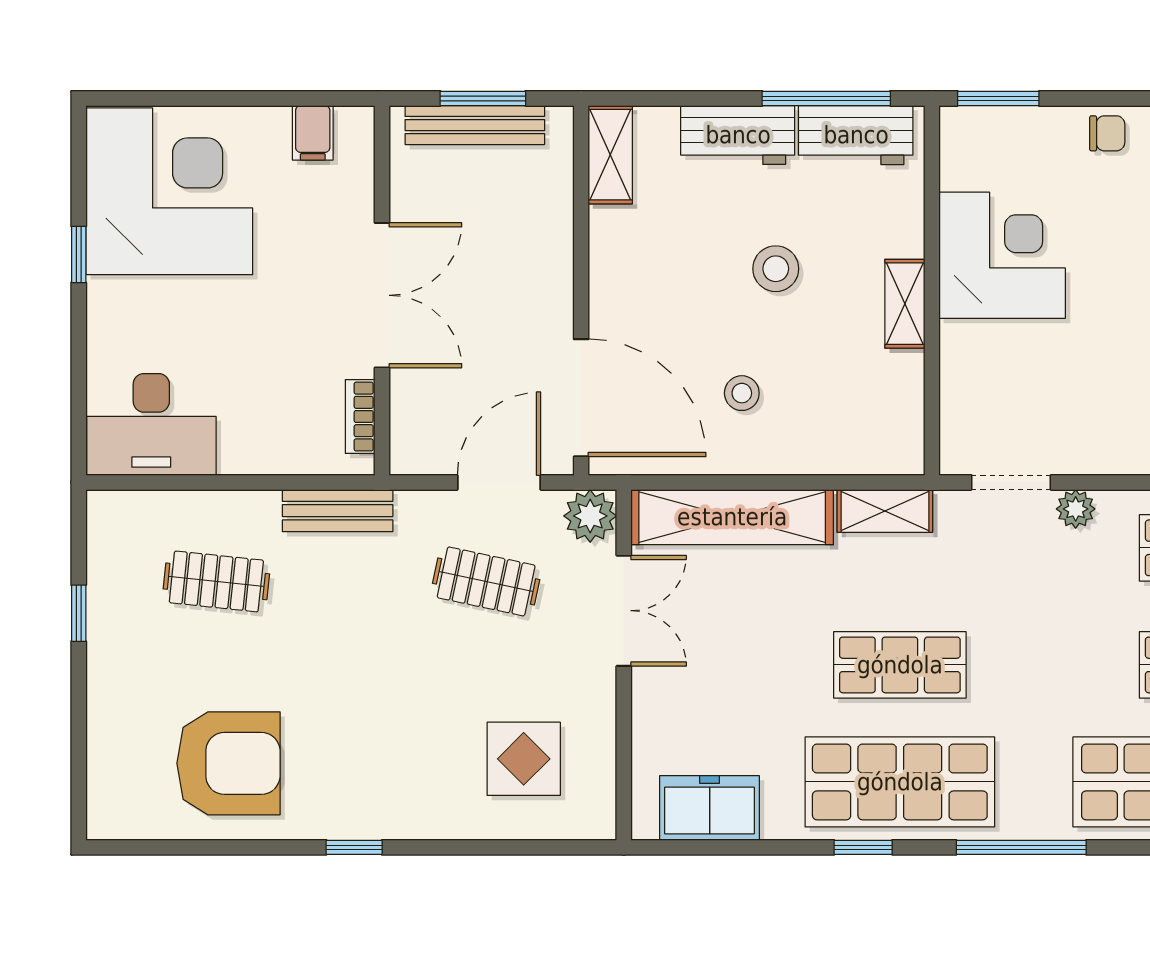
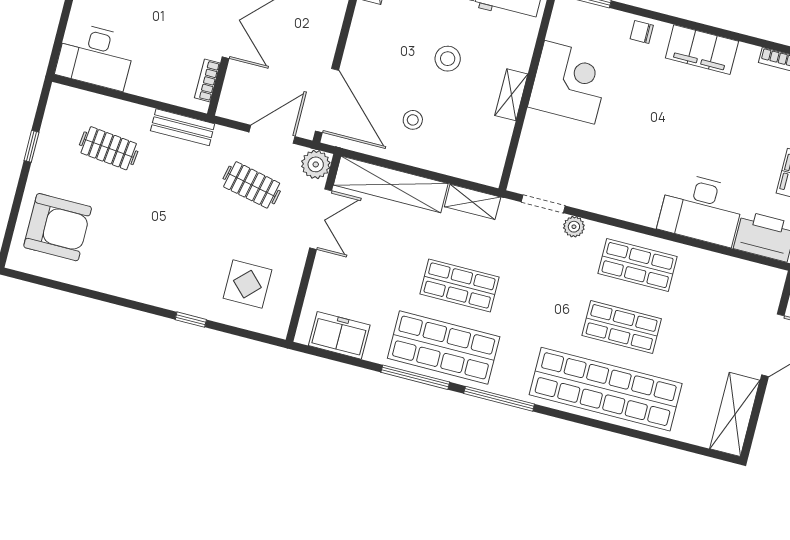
chair: (1107, 133) -> (642, 32), turned 180
armchair: (228, 763) -> (58, 227), moved
window: (354, 847) -> (191, 320), moved
window: (863, 847) -> (415, 377), width x2.17

